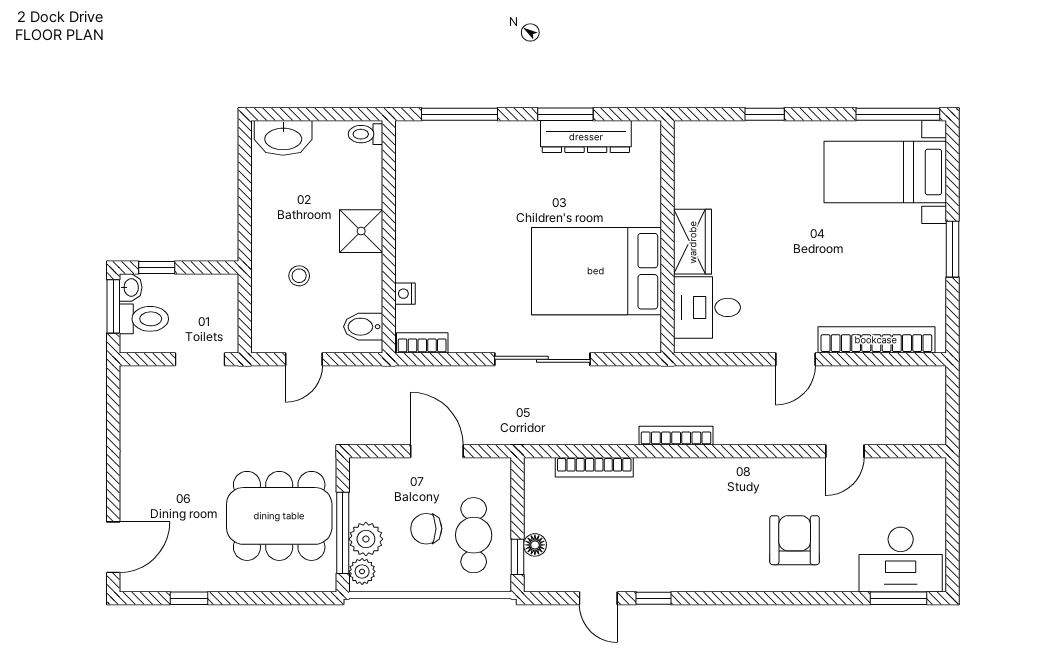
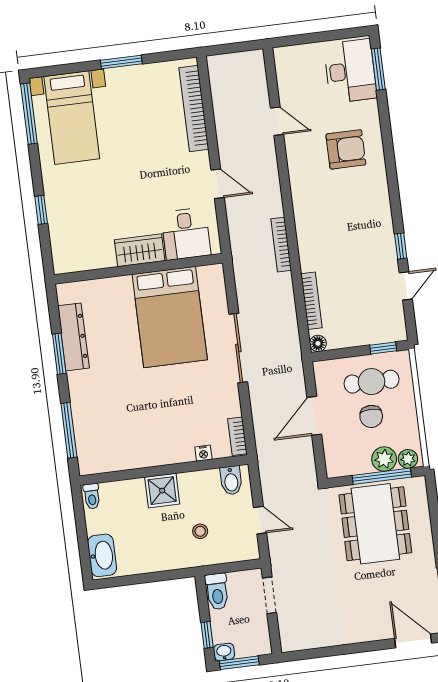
toilet: (144, 319) -> (217, 591), moved, turned 180
door: (795, 359) -> (218, 184), moved
armchair: (795, 540) -> (346, 149), turned 180
floor lamp: (535, 545) -> (318, 343), moved

